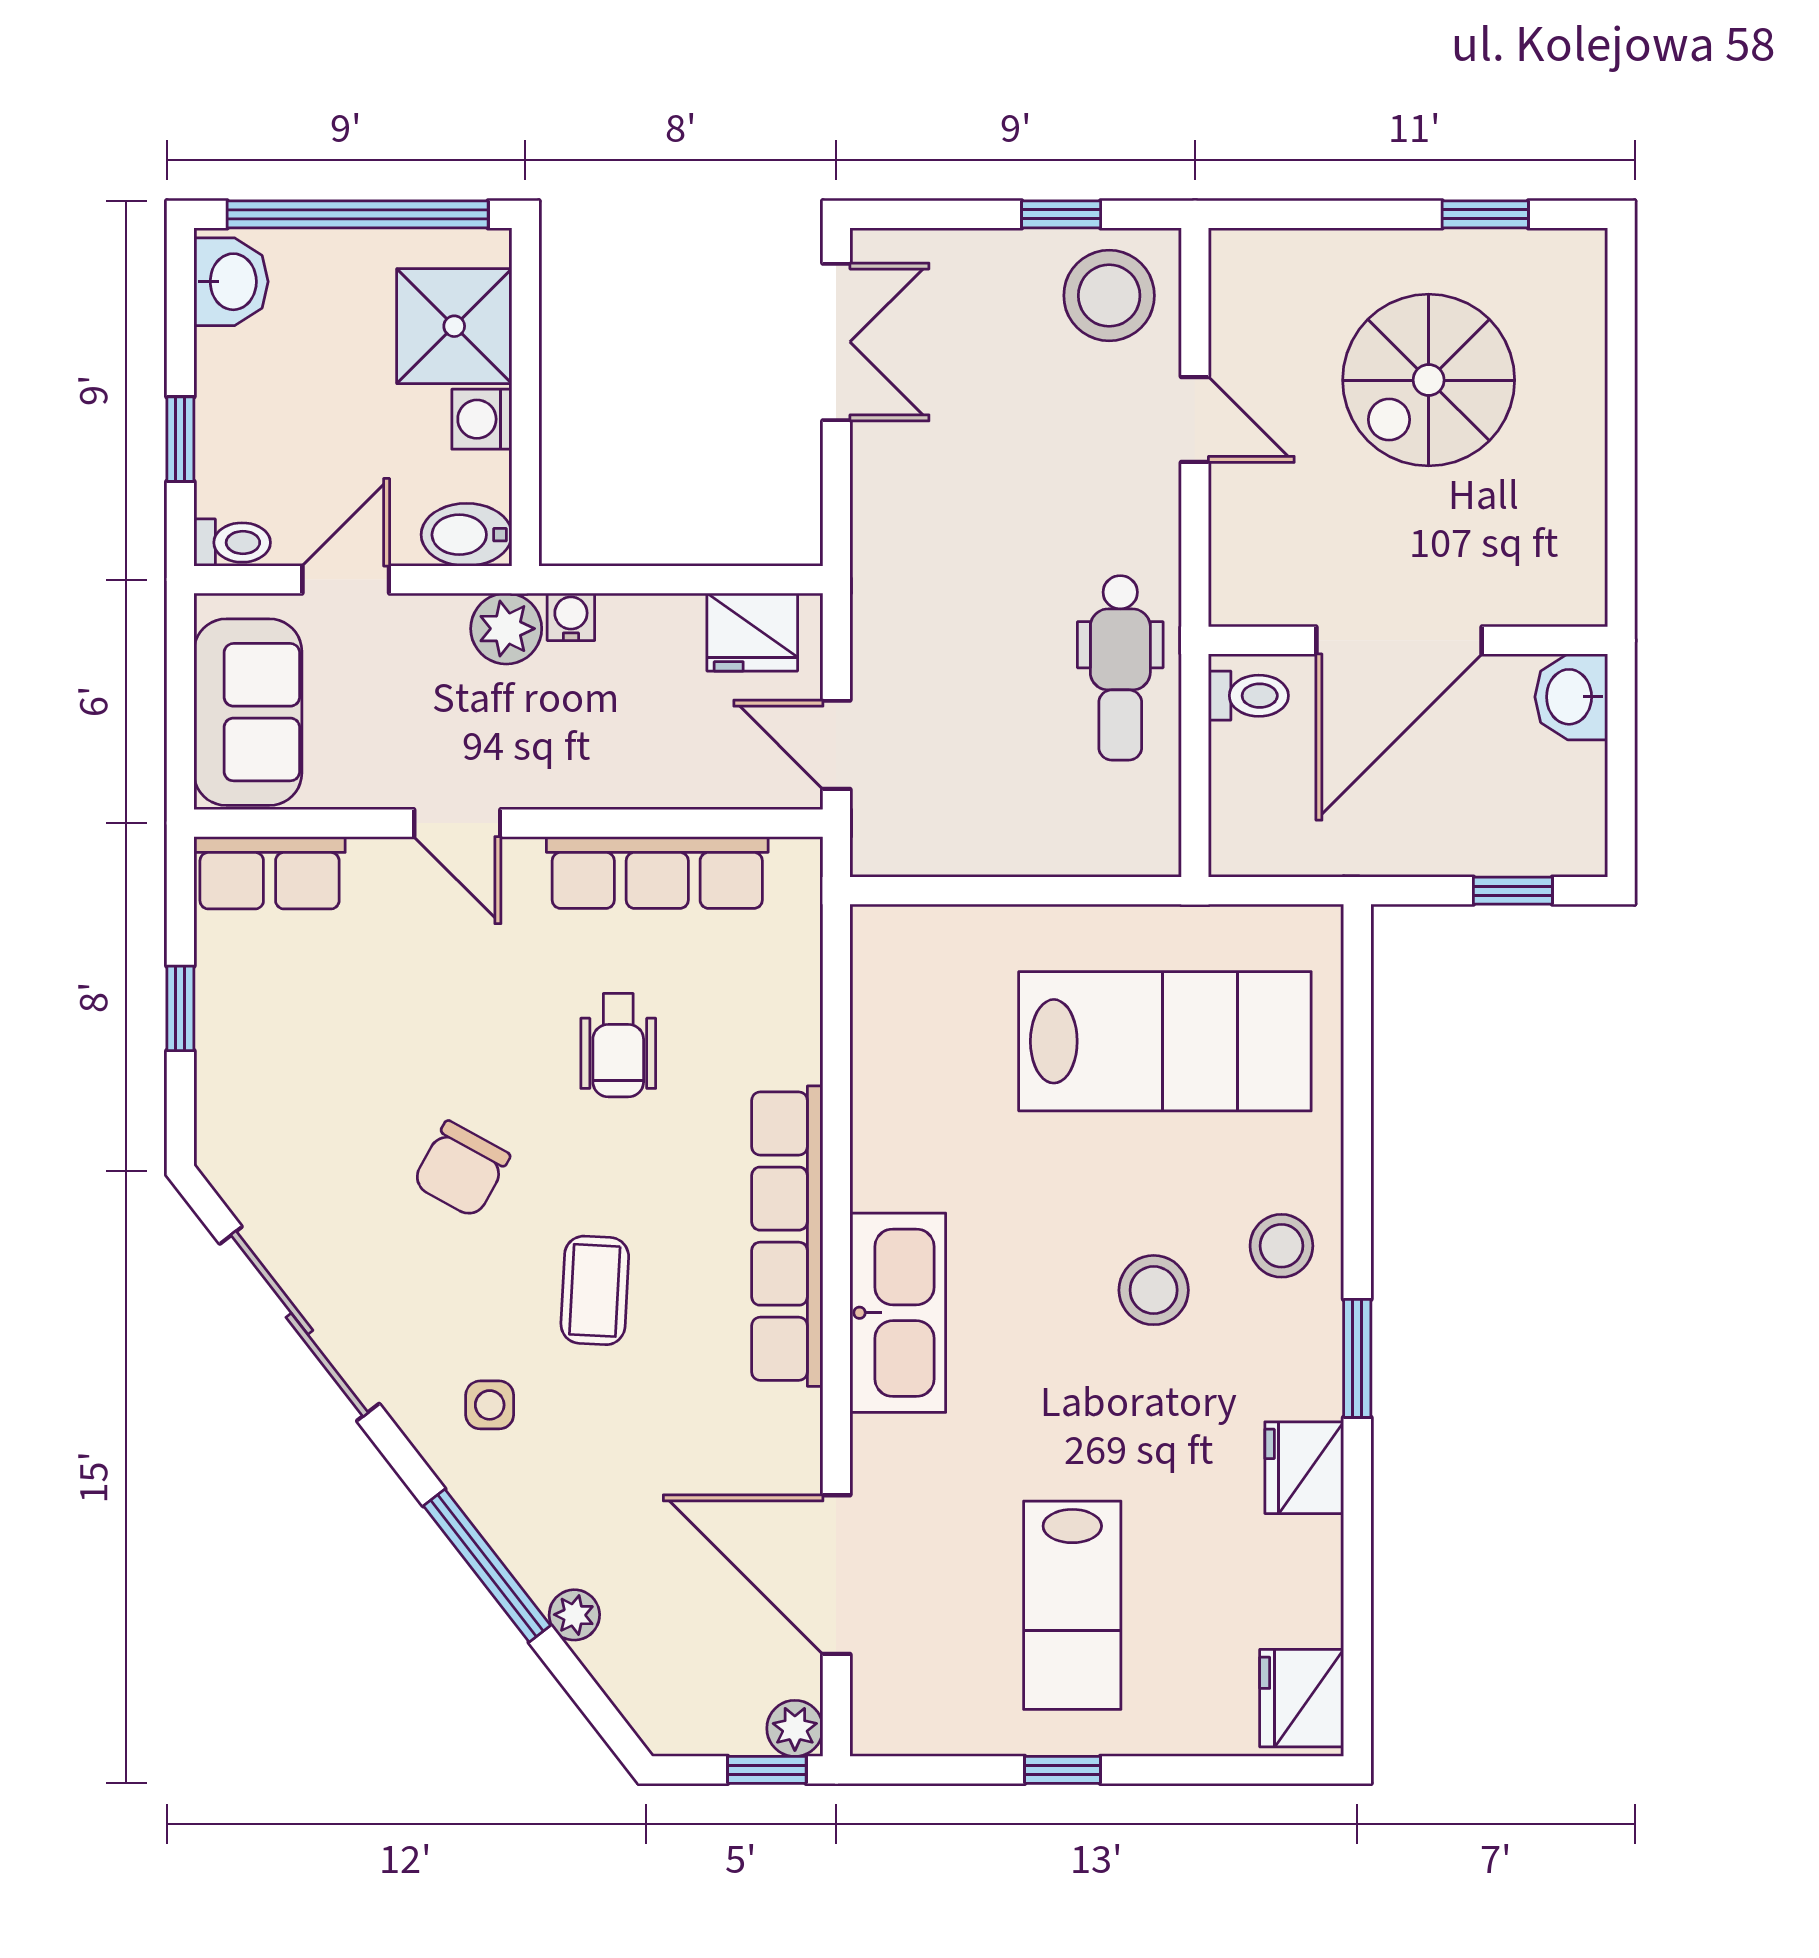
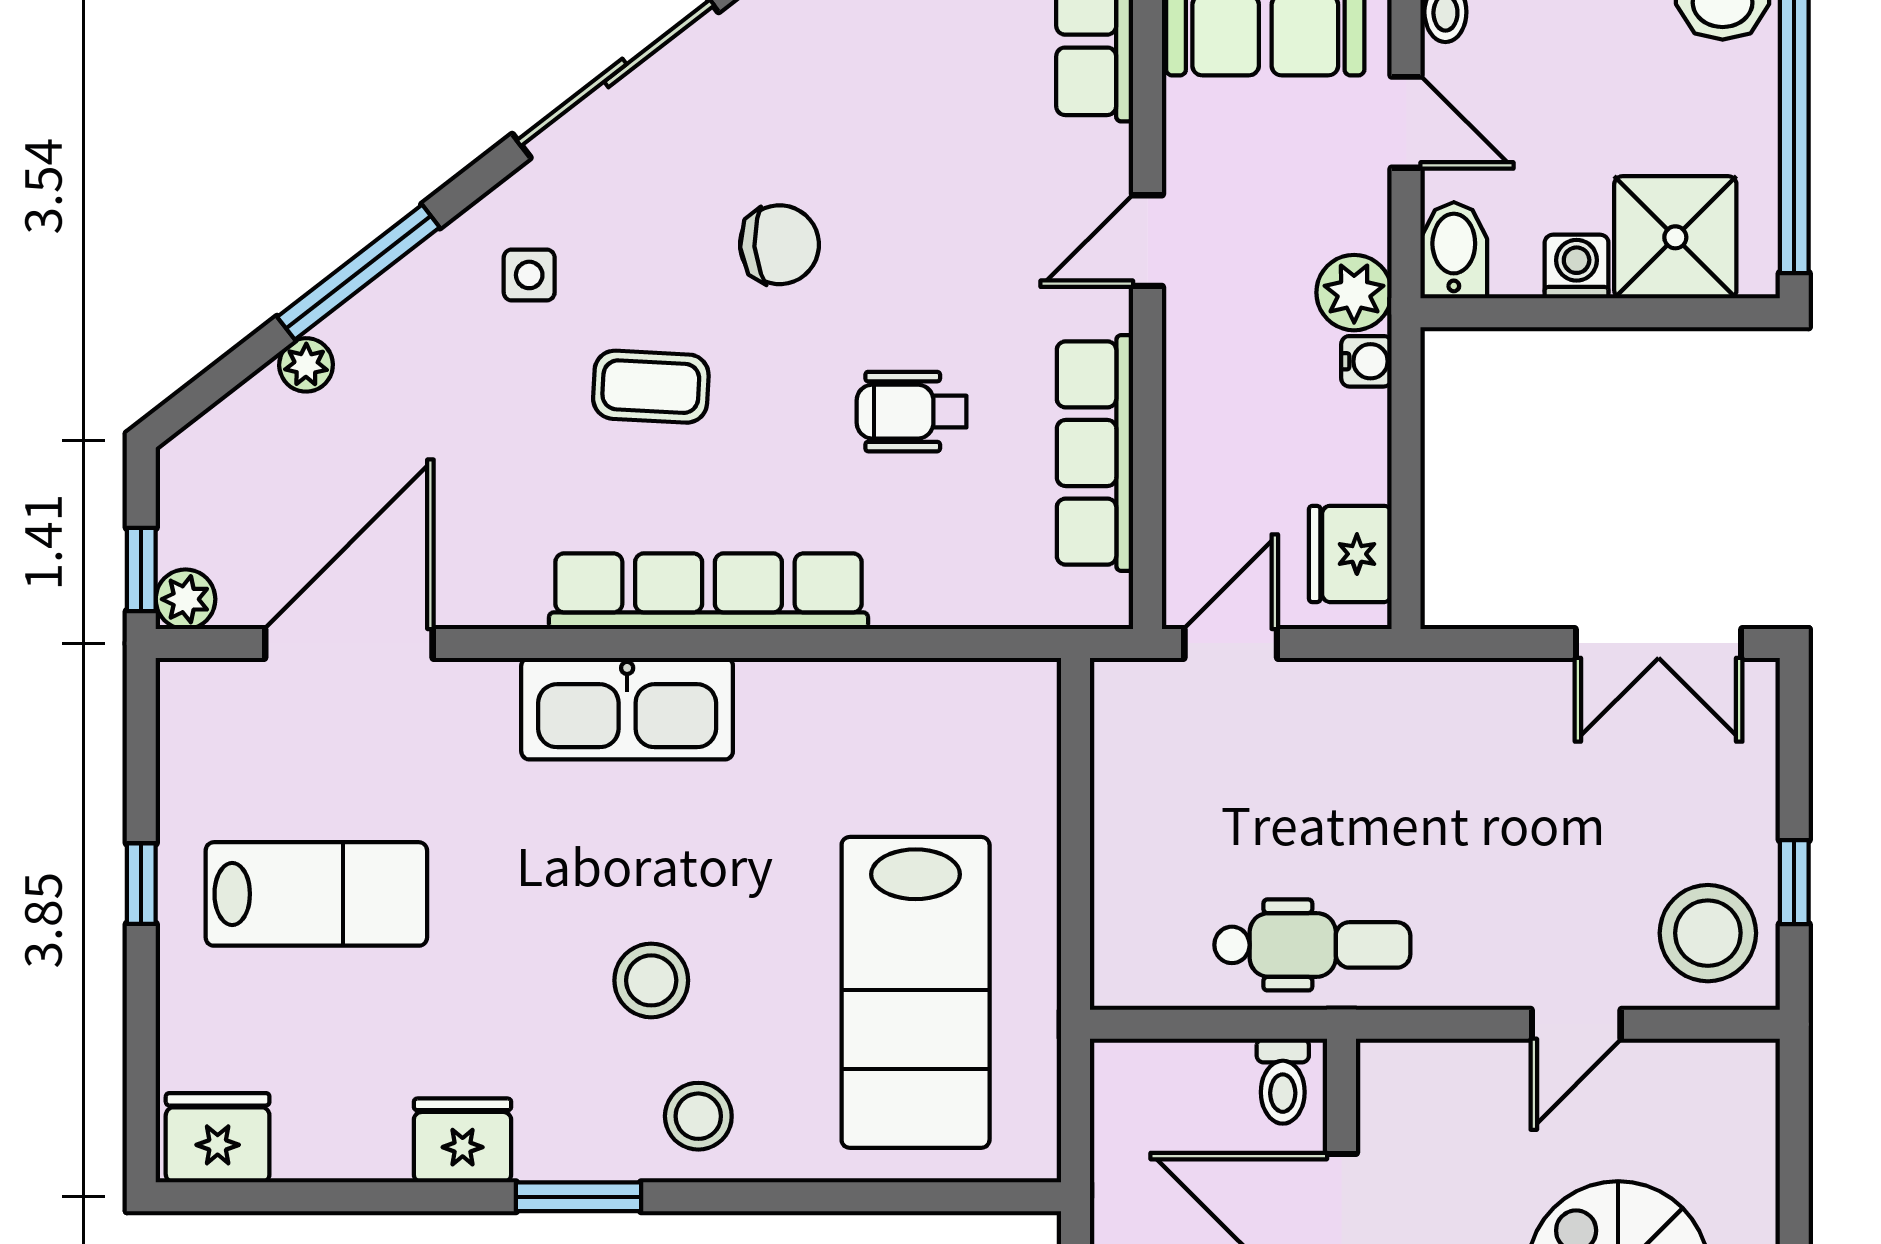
dental chair: (1120, 668) -> (1312, 945), turned 180
chair: (461, 1169) -> (779, 245), turned 147
lab bench: (1072, 1605) -> (316, 894), turned 180

